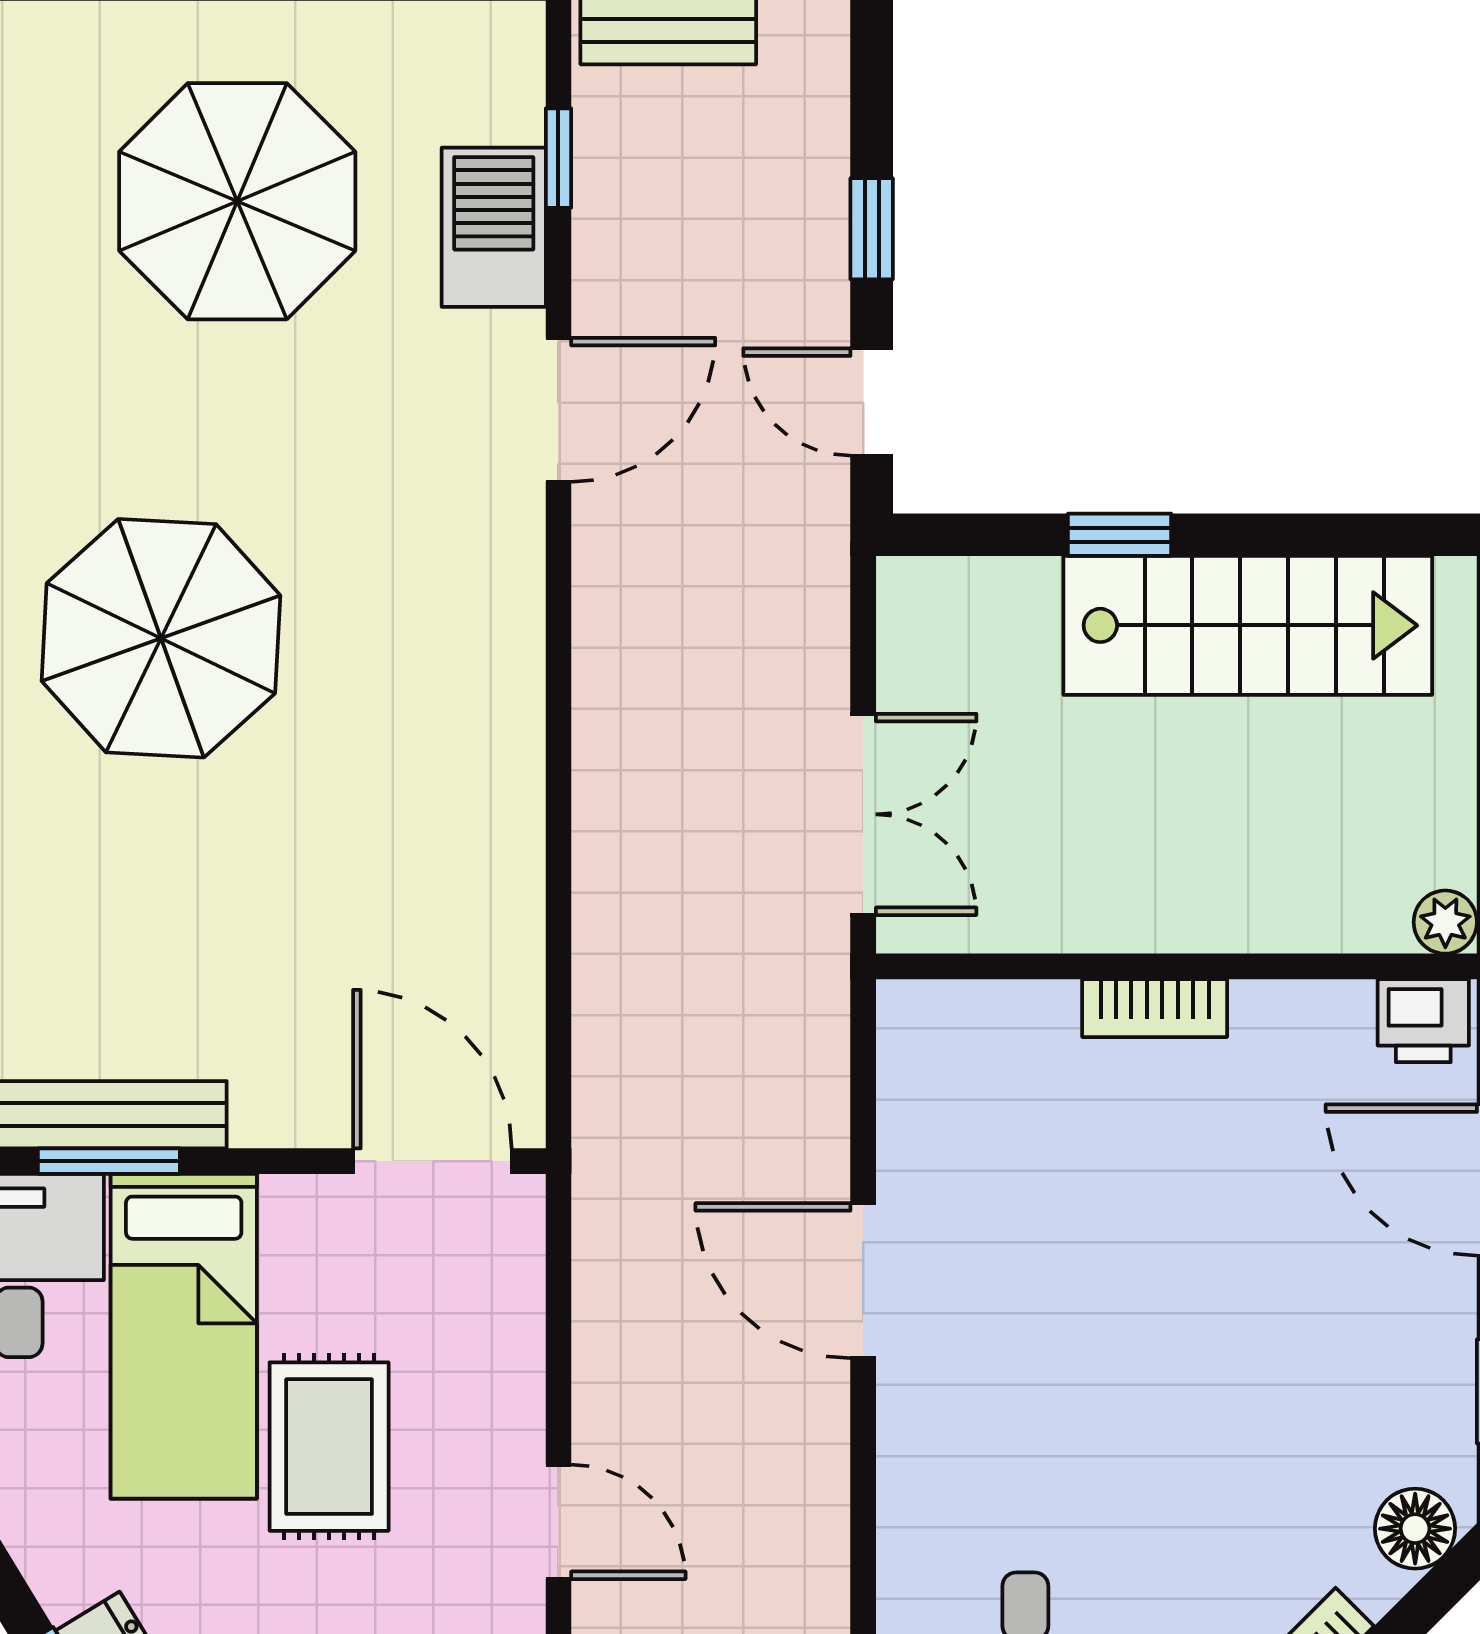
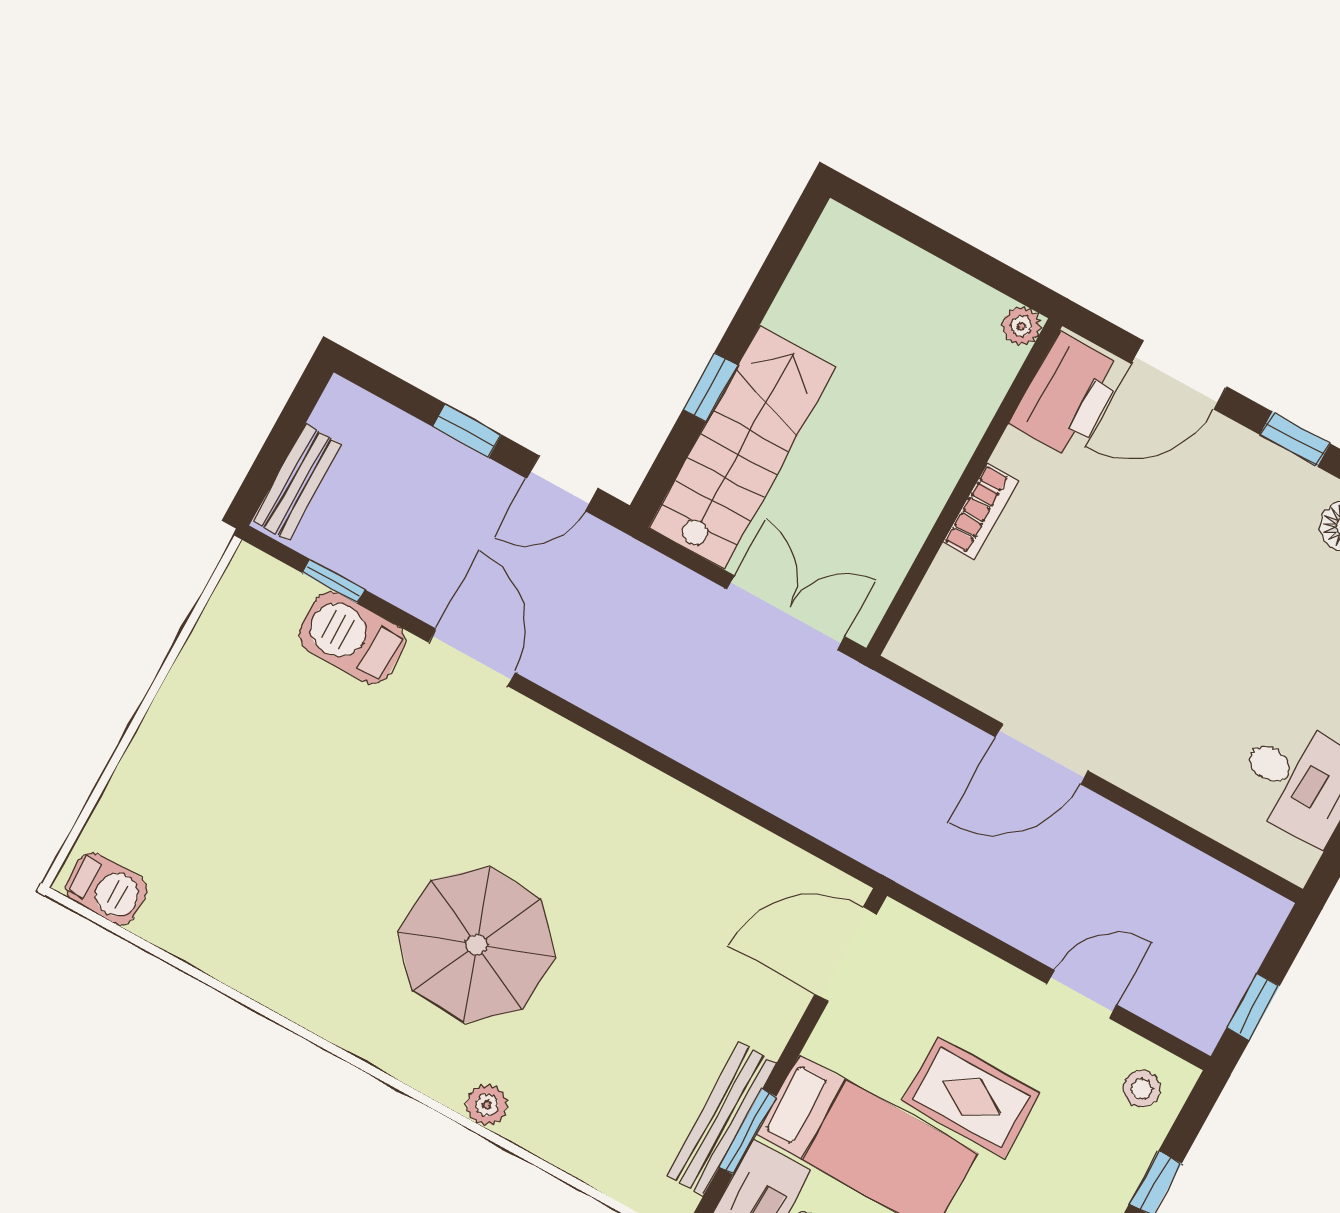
parasol: (237, 201) -> (260, 771), removed
stairs: (1248, 625) -> (742, 447), moved
printer: (1423, 1021) -> (1068, 396), width x1.87, depth x1.48

